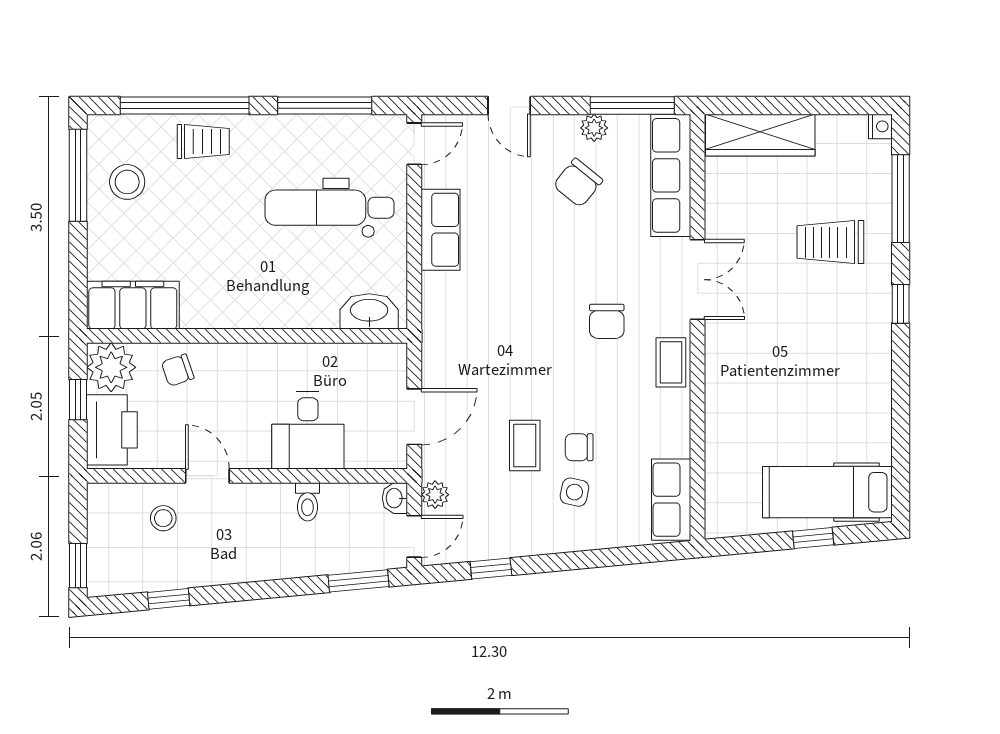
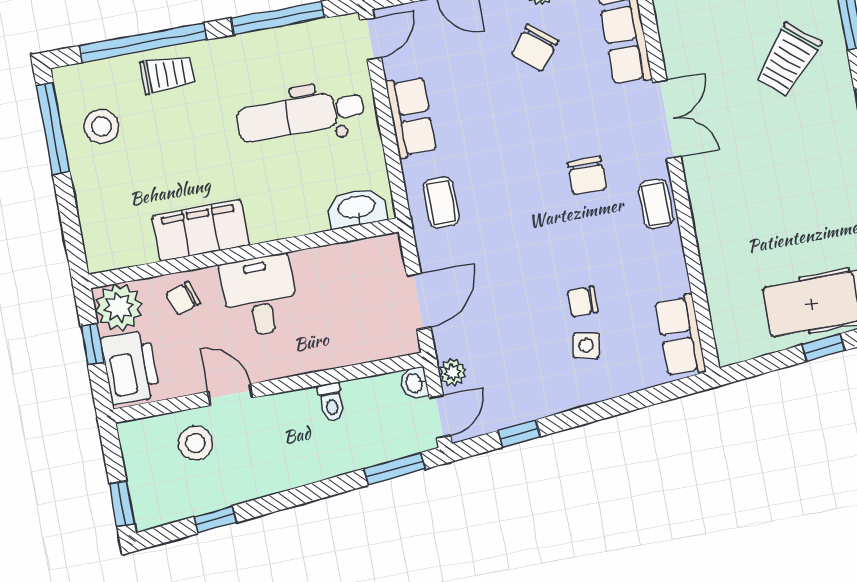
trolley: (830, 242) -> (788, 60), turned -50
filing cabinet: (133, 305) -> (200, 230), moved
desk: (308, 430) -> (260, 296), moved, turned 180
coffee table: (525, 446) -> (441, 203), moved
stool: (163, 518) -> (195, 443), width x1.37, depth x1.37

